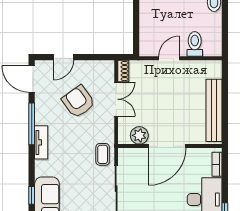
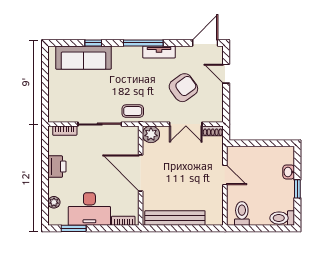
toilet: (195, 44) -> (242, 213), moved, turned -90
window: (32, 124) -> (143, 43), moved
plant: (139, 135) -> (151, 134), moved
tv unit: (41, 142) -> (159, 52), moved

